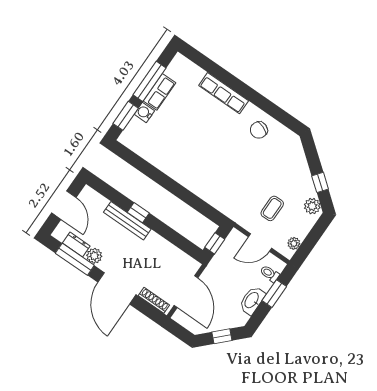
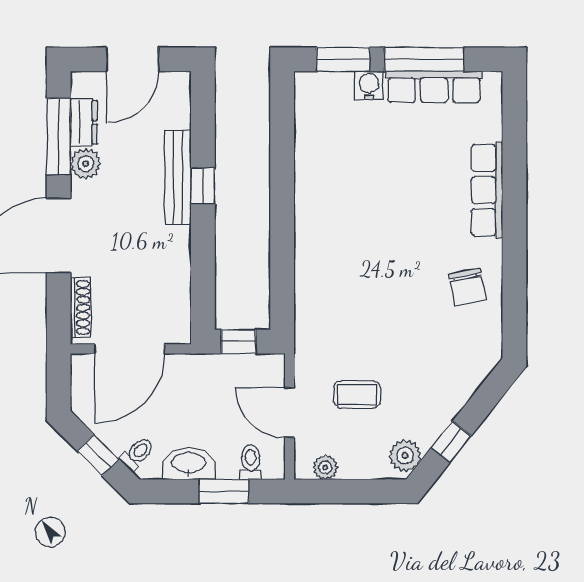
row of seats: (159, 92) -> (434, 87), width x1.48
chair: (259, 130) -> (467, 287), turned -121
toilet: (233, 319) -> (137, 454), added

